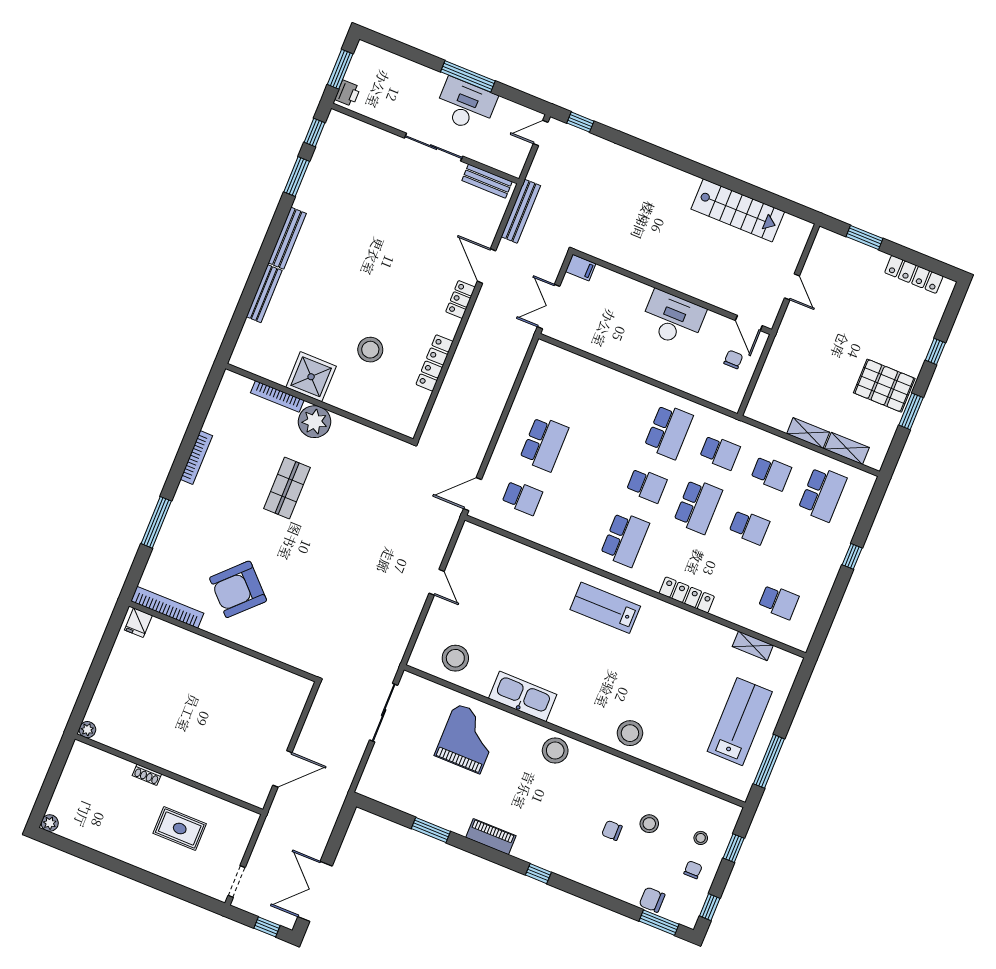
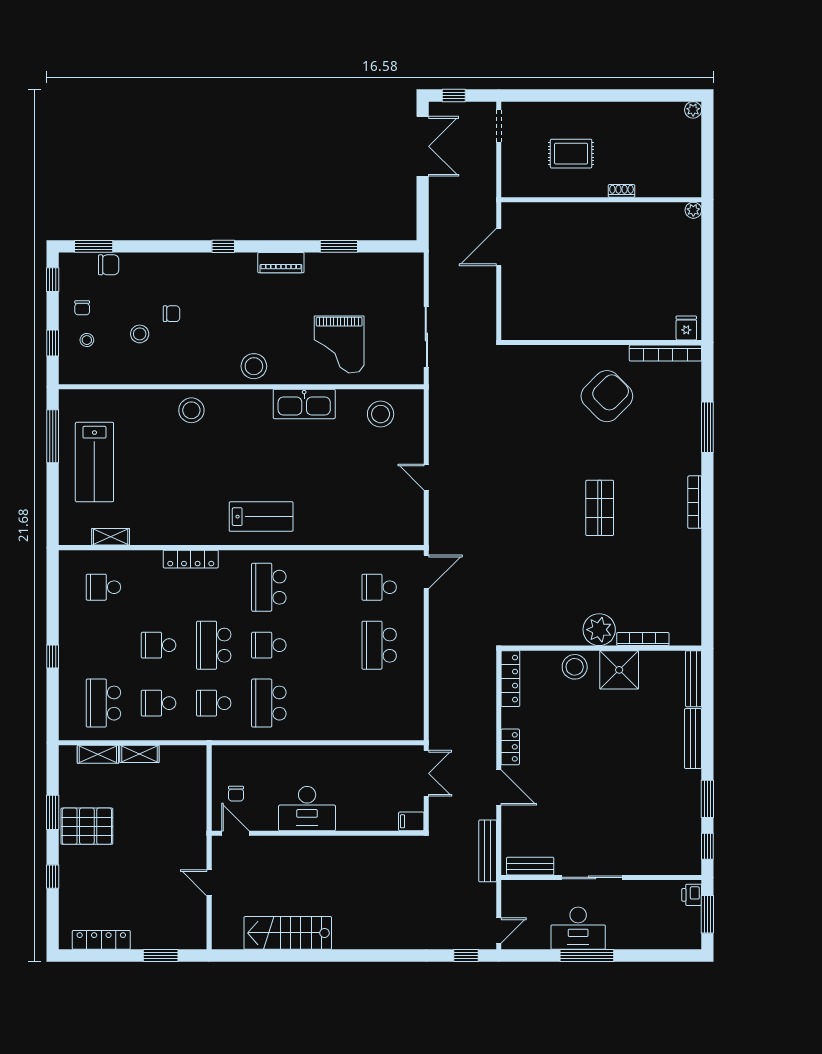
shower: (311, 377) -> (619, 670), moved
bookcase: (277, 396) -> (643, 639), moved
wall: (319, 404) -> (601, 648), moved
plant: (314, 422) -> (599, 630), moved

